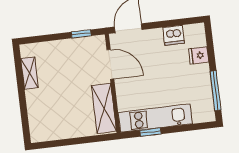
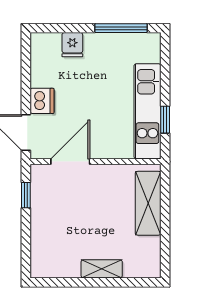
dishwasher: (174, 35) -> (42, 101), moved
shelving: (30, 73) -> (102, 269), moved
shelving: (104, 108) -> (148, 203), moved, turned 90

